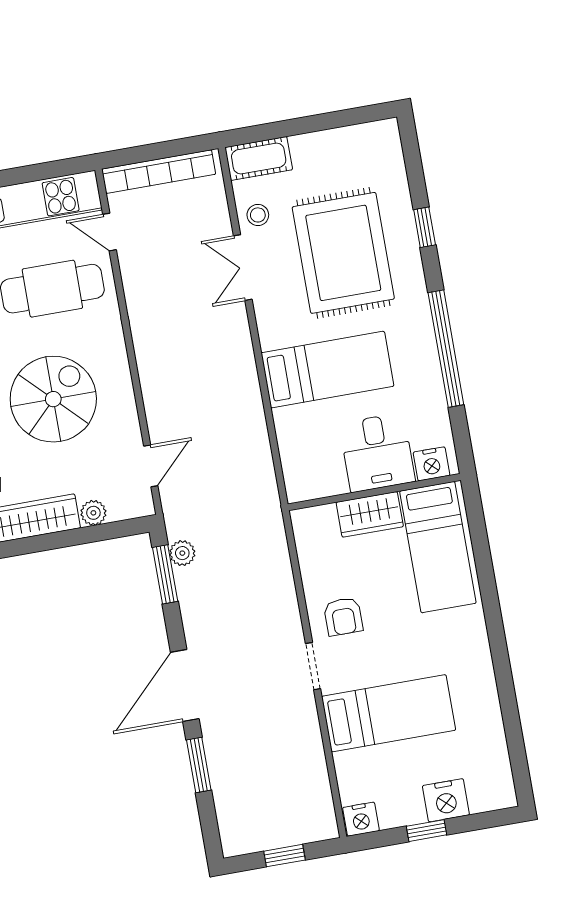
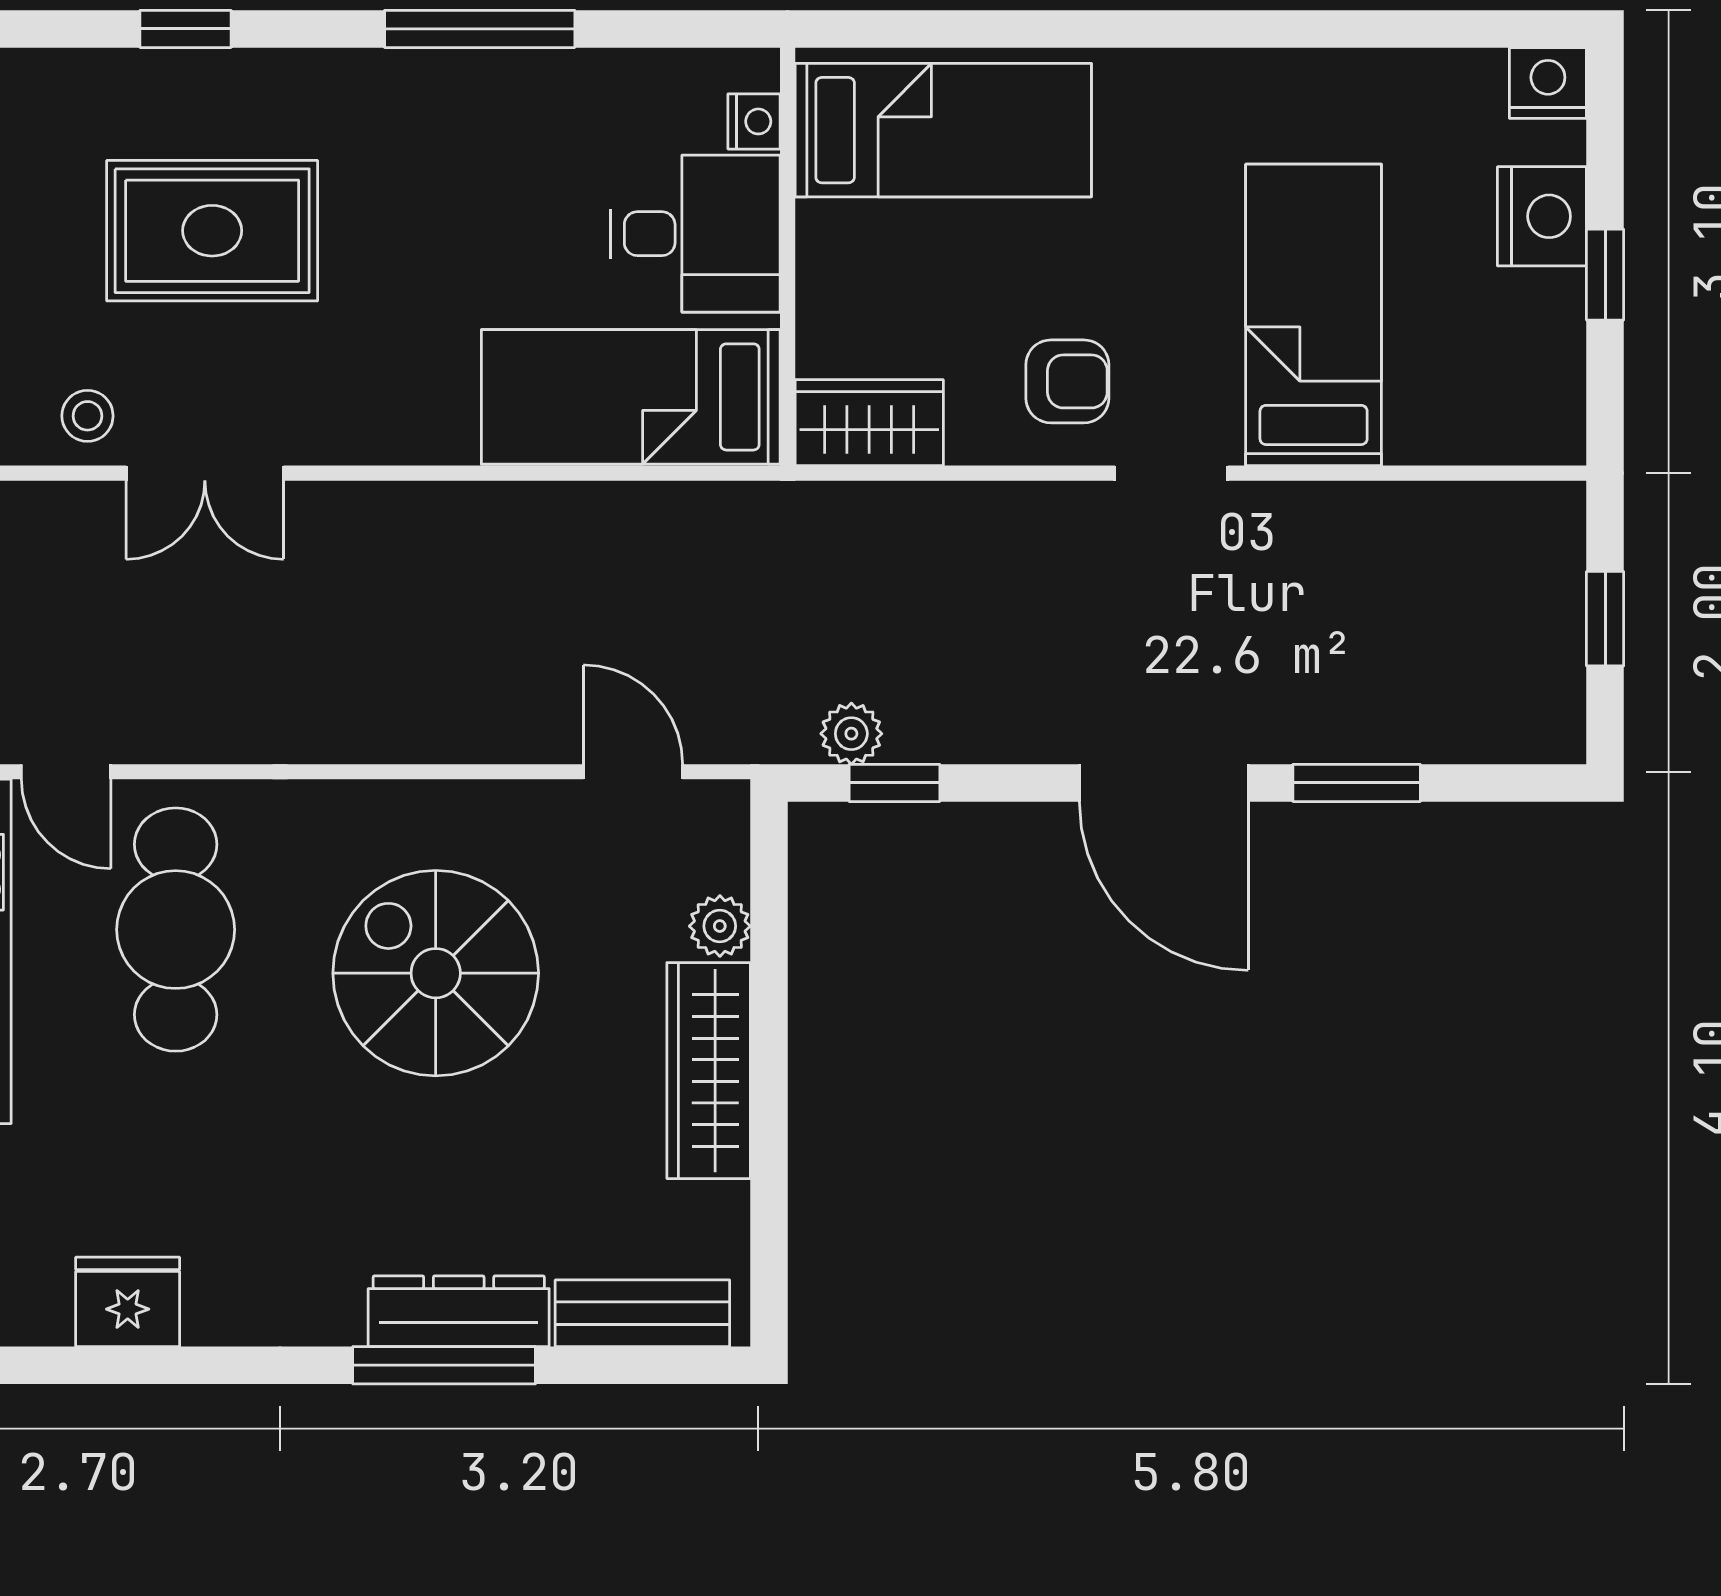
door: (109, 232) -> (66, 772), hinge flipped
rug: (343, 253) -> (212, 231), width x0.73, depth x0.69
window: (446, 349) -> (480, 29), width x0.68
bed: (327, 369) -> (631, 397), moved, turned -90
nightstand: (431, 464) -> (754, 121), width x0.72, depth x0.74
wardrobe: (370, 514) -> (869, 423), moved, turned -90
window: (165, 574) -> (894, 783), width x0.67
nightstand: (361, 819) -> (1548, 83), moved, turned -90

